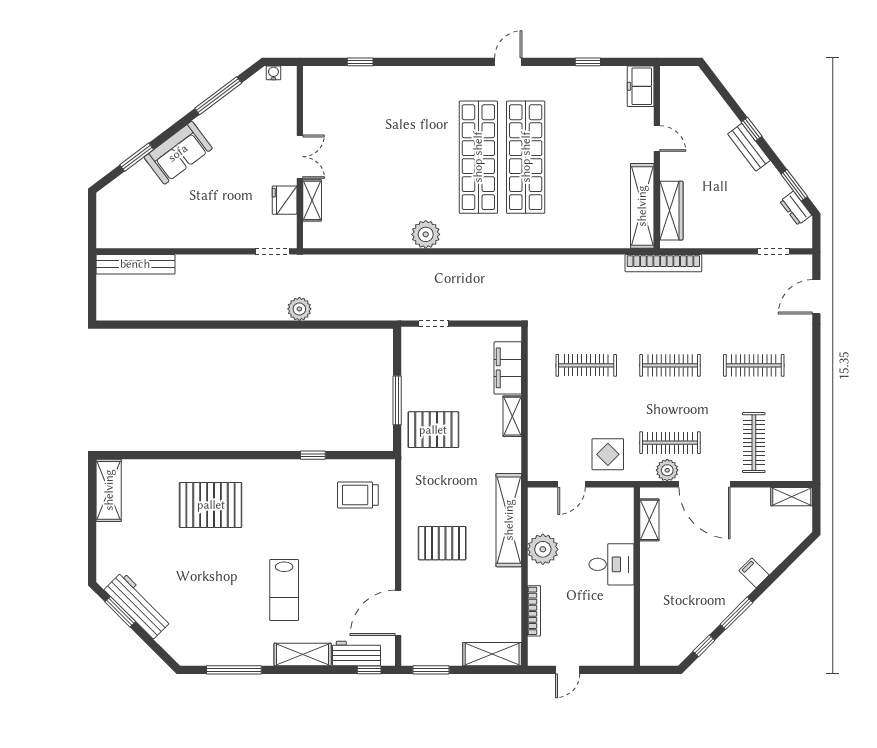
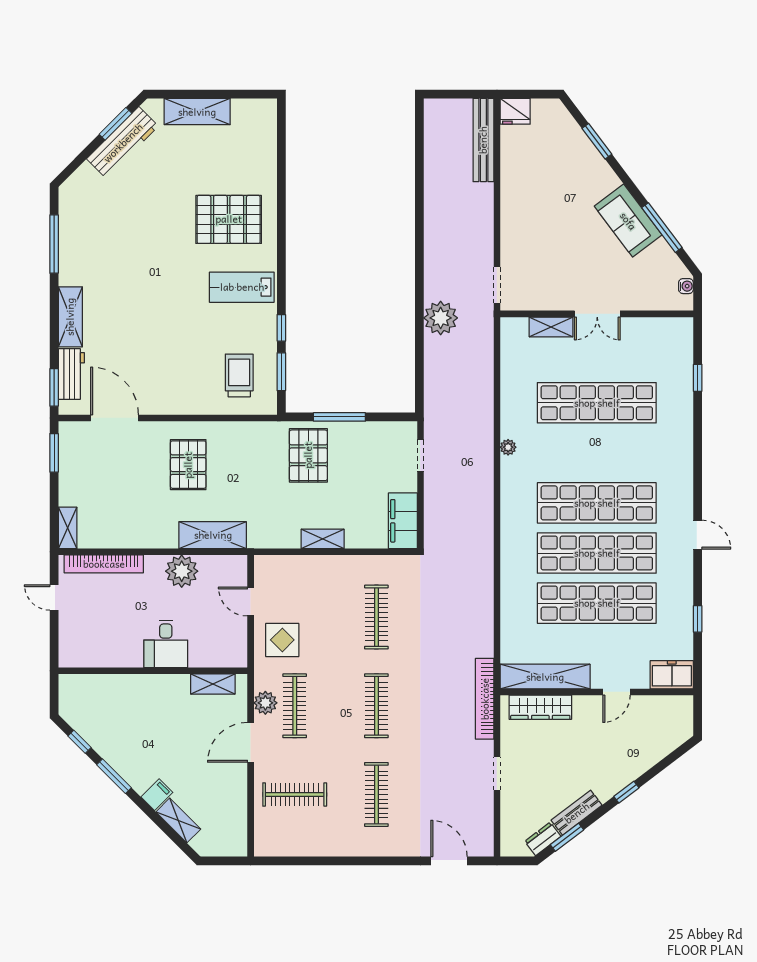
bench: (749, 147) -> (577, 813), moved
sofa: (178, 153) -> (628, 221), moved
shop shelf: (384, 157) -> (597, 403), added
shop shelf: (573, 157) -> (597, 603), added
fridge: (285, 200) -> (515, 111), moved, turned 180
plant: (426, 234) -> (508, 447), width x0.53, depth x0.53
doorway: (773, 251) -> (497, 774), moved
plant: (299, 309) -> (441, 318), width x1.36, depth x1.36
filing cabinet: (508, 368) -> (403, 521), moved, turned -90
window: (354, 455) -> (281, 372), added
door: (705, 484) -> (251, 742), width x0.73
shelving: (109, 490) -> (197, 112), moved
shelving: (792, 497) -> (178, 820), moved, turned -45
pallet: (211, 505) -> (229, 219), turned 90
shelving: (509, 520) -> (213, 535), width x0.68
lab bench: (284, 590) -> (242, 287), moved
bookcase: (534, 611) -> (104, 564), width x1.48, depth x1.31
shelving: (492, 654) -> (68, 528), width x0.67, depth x0.75
window: (369, 670) -> (54, 387), width x1.50

